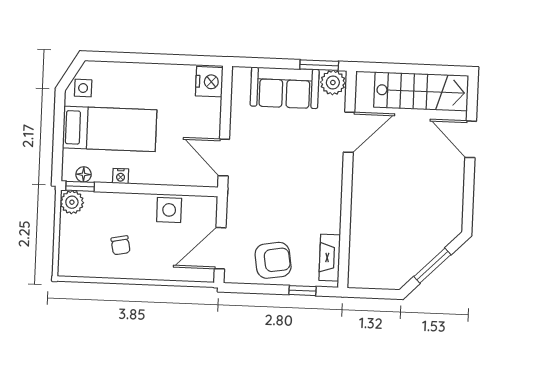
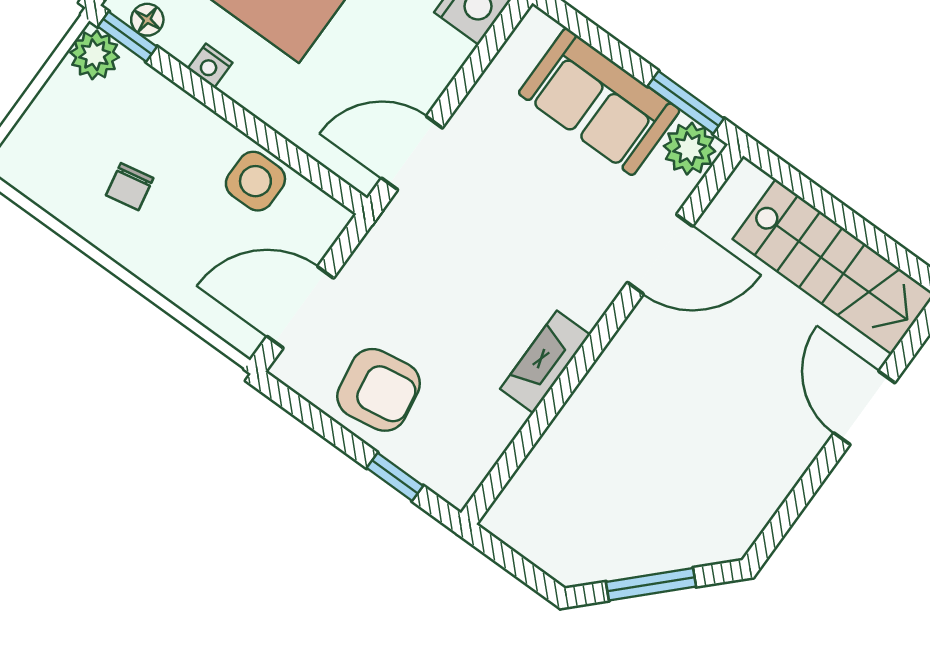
door: (224, 157) -> (412, 153), hinge flipped
fireplace: (330, 258) -> (545, 362), moved

